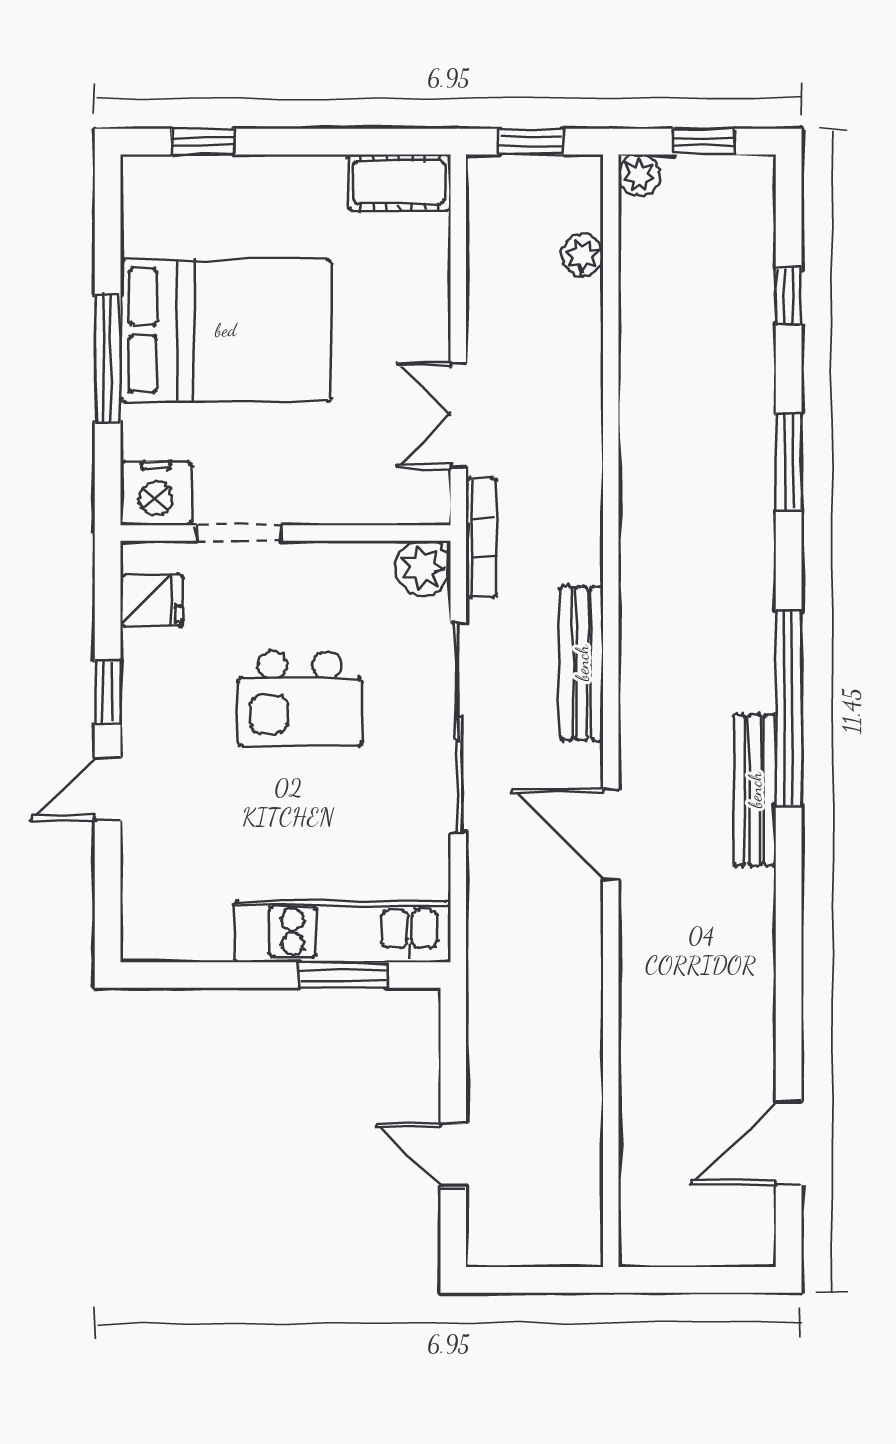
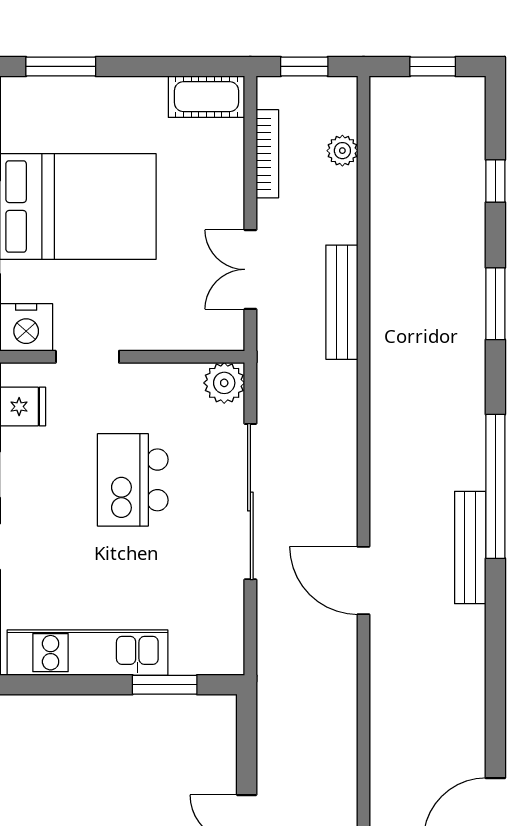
window: (203, 142) -> (61, 66), width x1.50
plant: (639, 175) -> (385, 91), removed
bookcase: (481, 538) -> (267, 154), moved
bench: (582, 663) -> (342, 302), moved
kitchen island: (300, 699) -> (133, 480), turned 90
kitchen unit: (342, 932) -> (88, 653), moved

